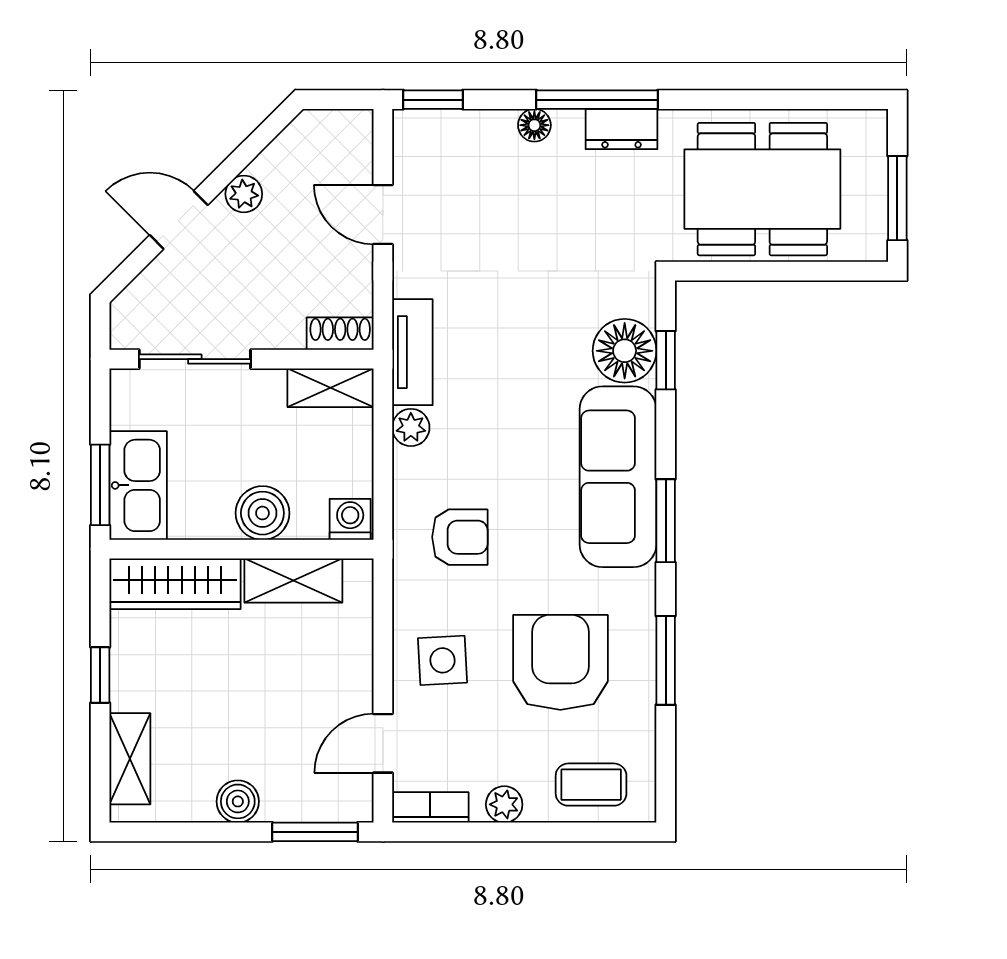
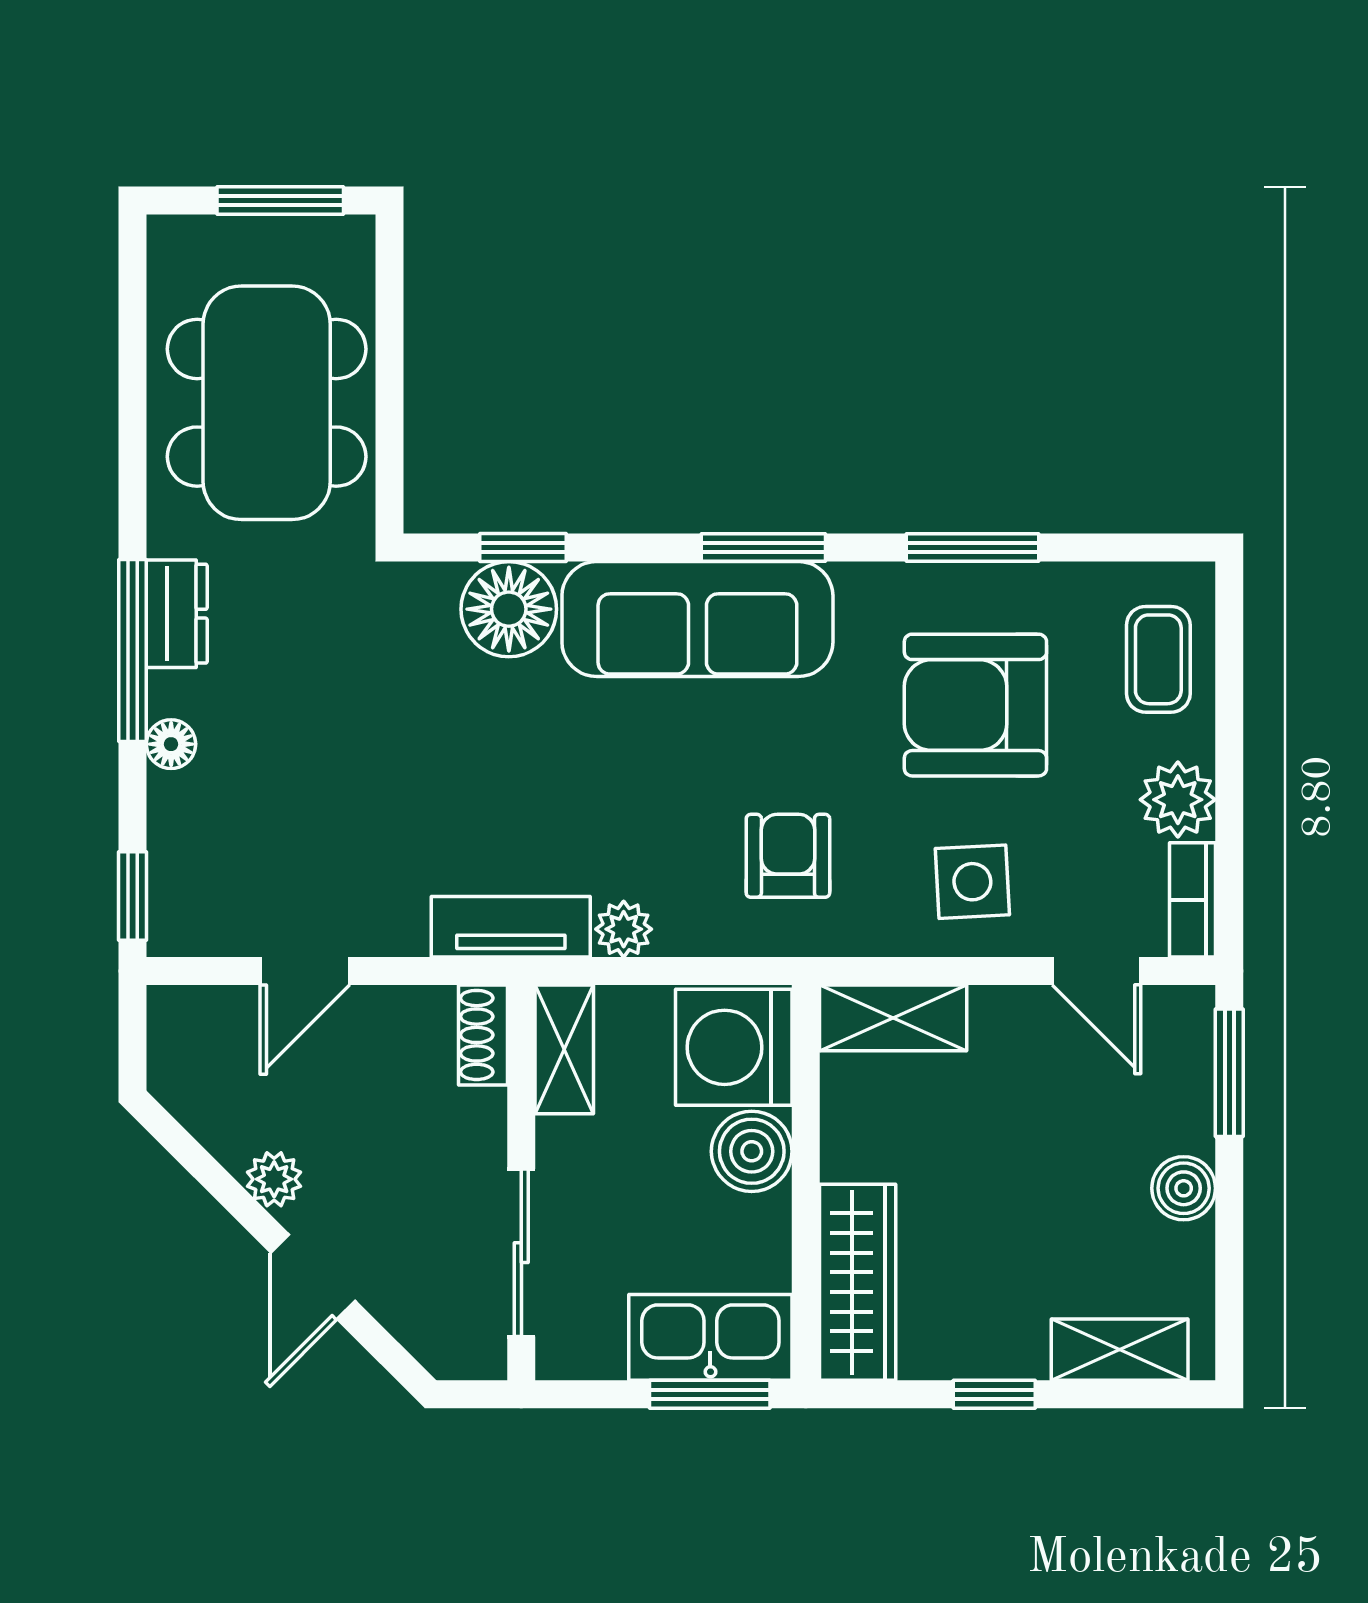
washing machine: (350, 519) -> (734, 1047), width x1.89, depth x1.89
shelving: (293, 581) -> (893, 1018), moved, turned 90
plant: (504, 804) -> (1178, 800), width x1.38, depth x1.38

